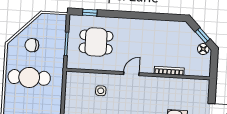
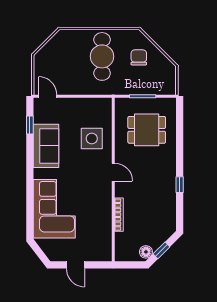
window: (90, 13) -> (180, 185), moved
dining table: (96, 42) -> (147, 130), turned 90
side table: (101, 91) -> (92, 138), width x1.87, depth x1.87

